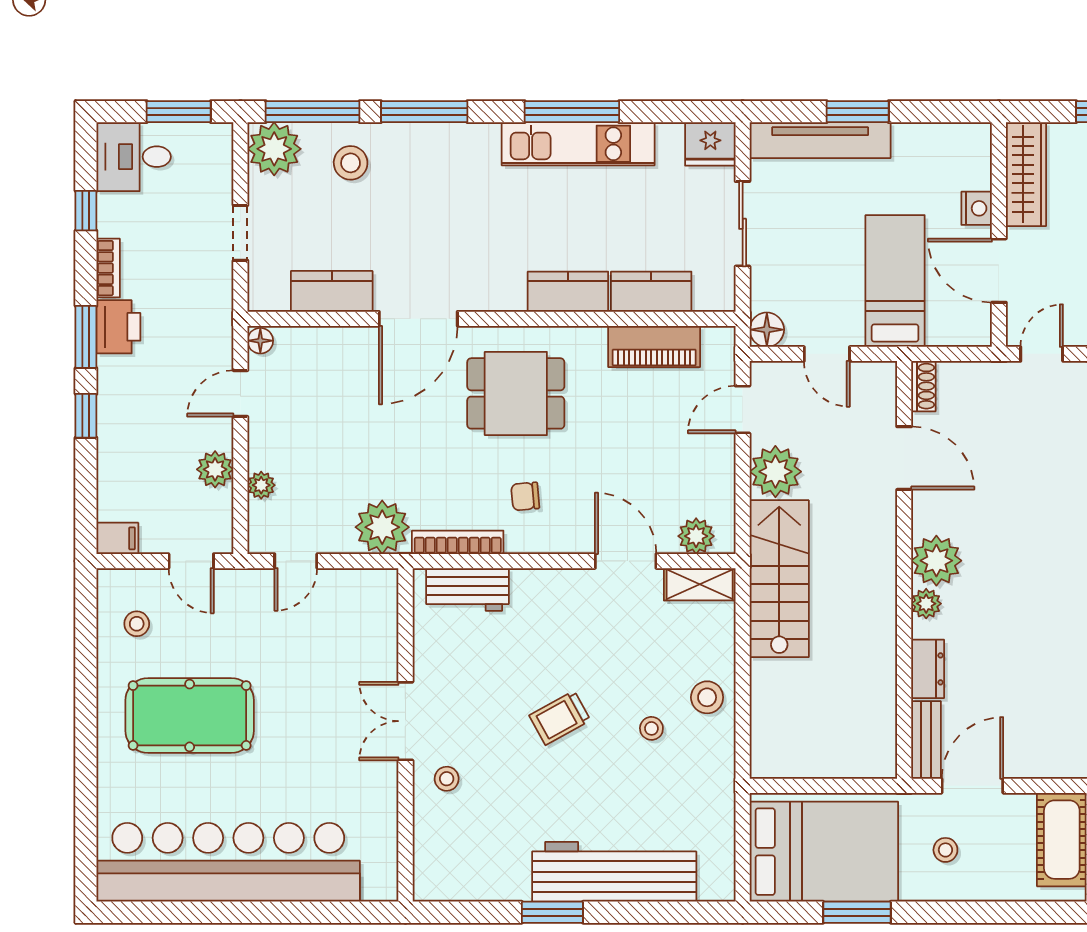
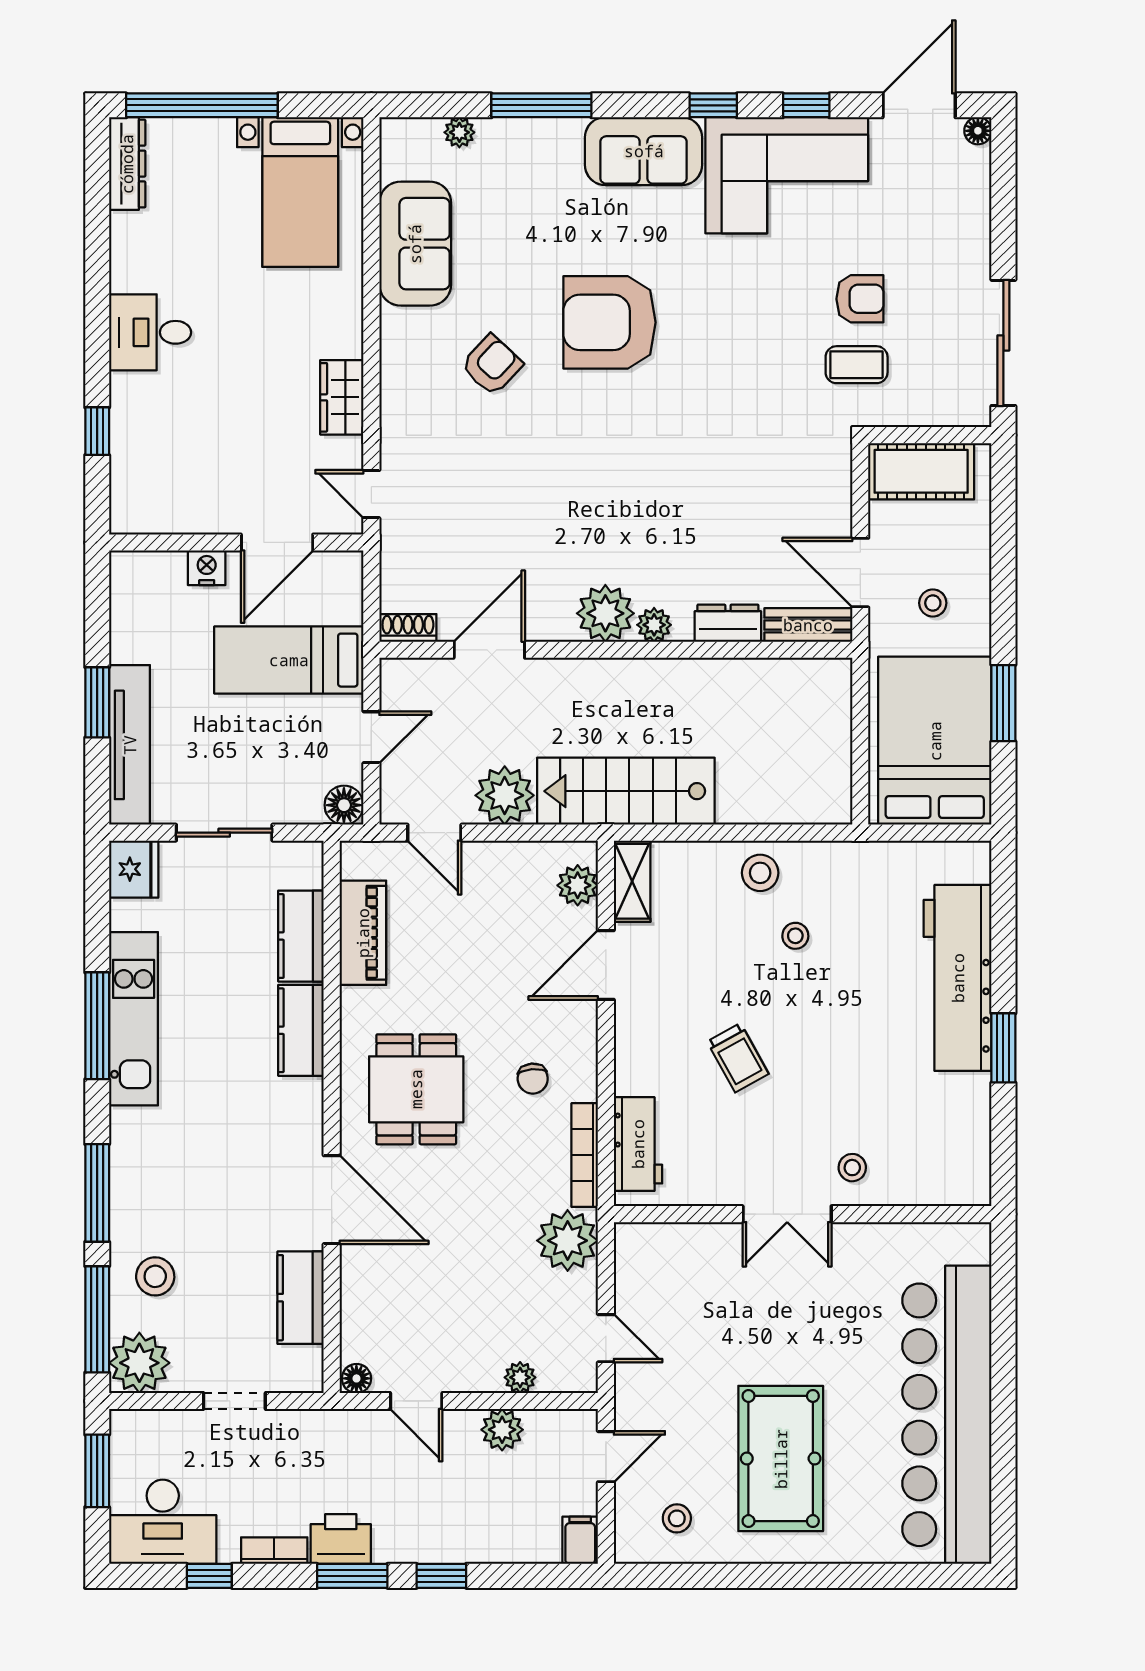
desk: (134, 157) -> (163, 1522), width x1.37
wardrobe: (1026, 174) -> (168, 512), removed
trolley: (560, 718) -> (738, 1058), moved

